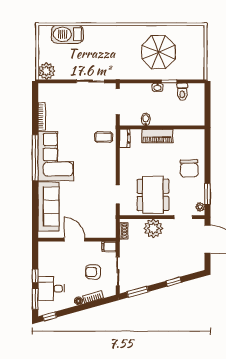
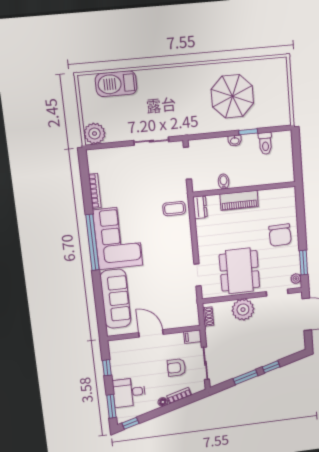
window: (35, 276) -> (107, 368), moved
window: (138, 292) -> (245, 377), moved

